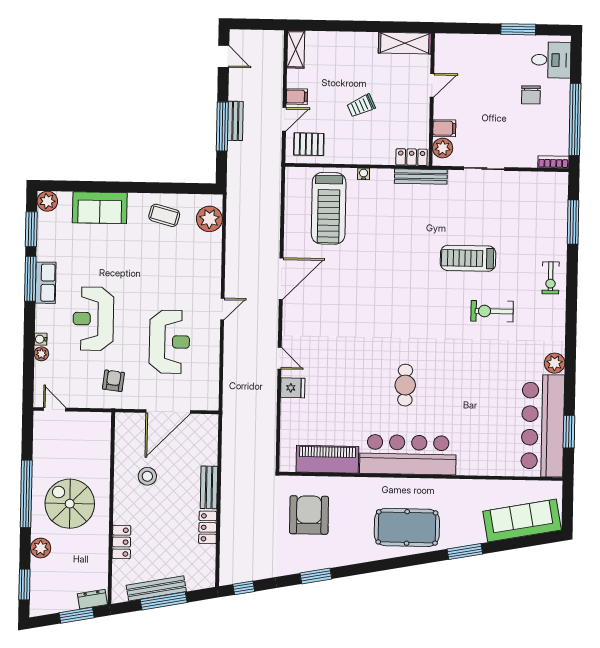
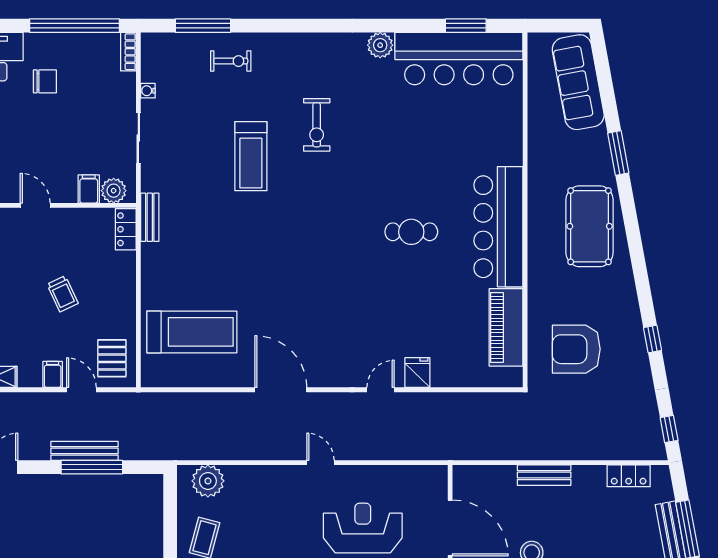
bench: (235, 121) -> (85, 451), width x1.36
water cooler: (364, 174) -> (148, 91), moved
bench: (421, 177) -> (150, 217), width x0.73
exercise bike: (551, 278) -> (231, 61), moved
locker: (208, 527) -> (629, 476), moved
window: (316, 576) -> (652, 339), width x0.67

